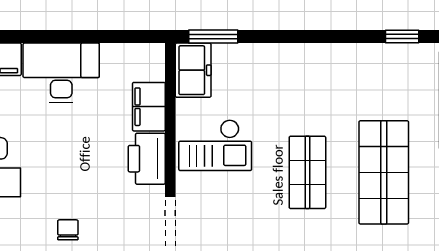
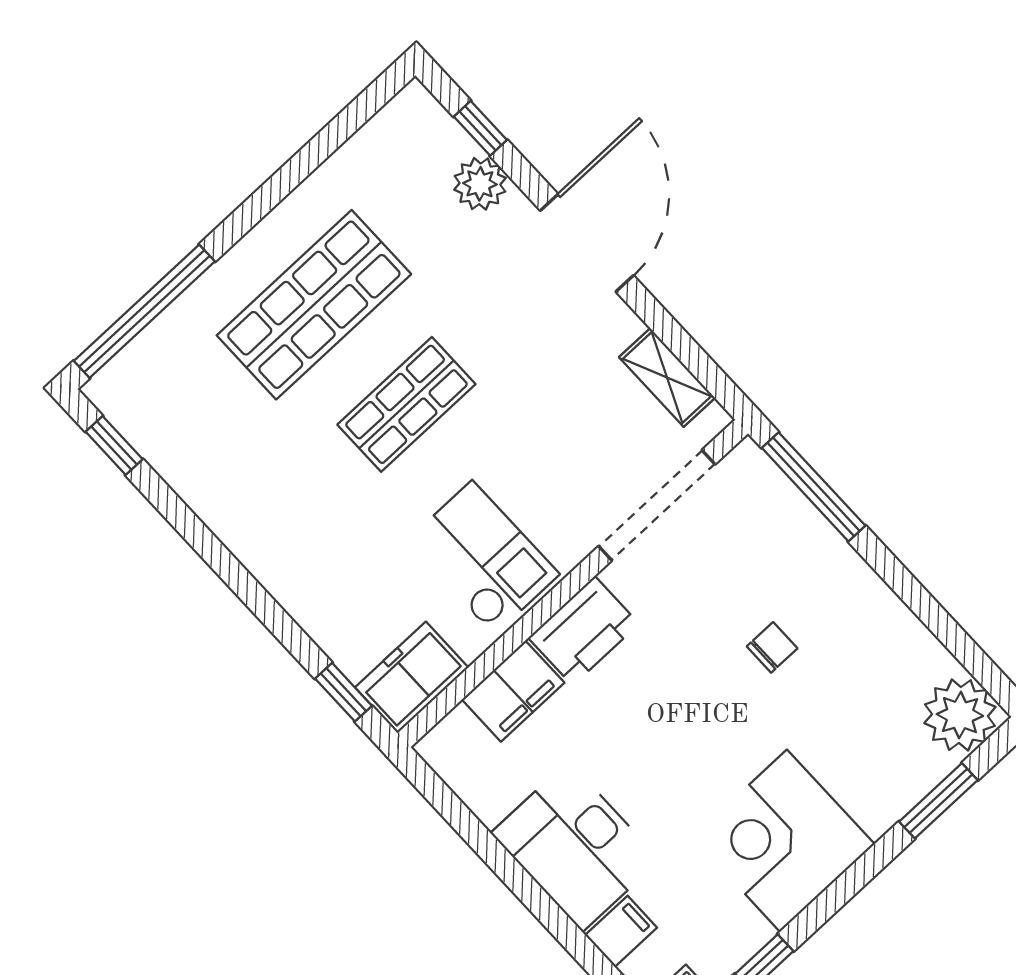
window: (213, 37) -> (343, 692), width x0.67
chair: (68, 230) -> (772, 647), turned 180

